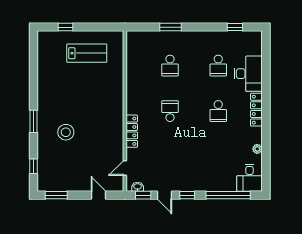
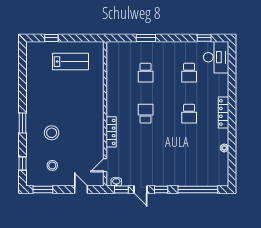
desk: (248, 74) -> (216, 57), moved
stool: (67, 168) -> (52, 165), added
desk: (249, 178) -> (217, 174), removed

